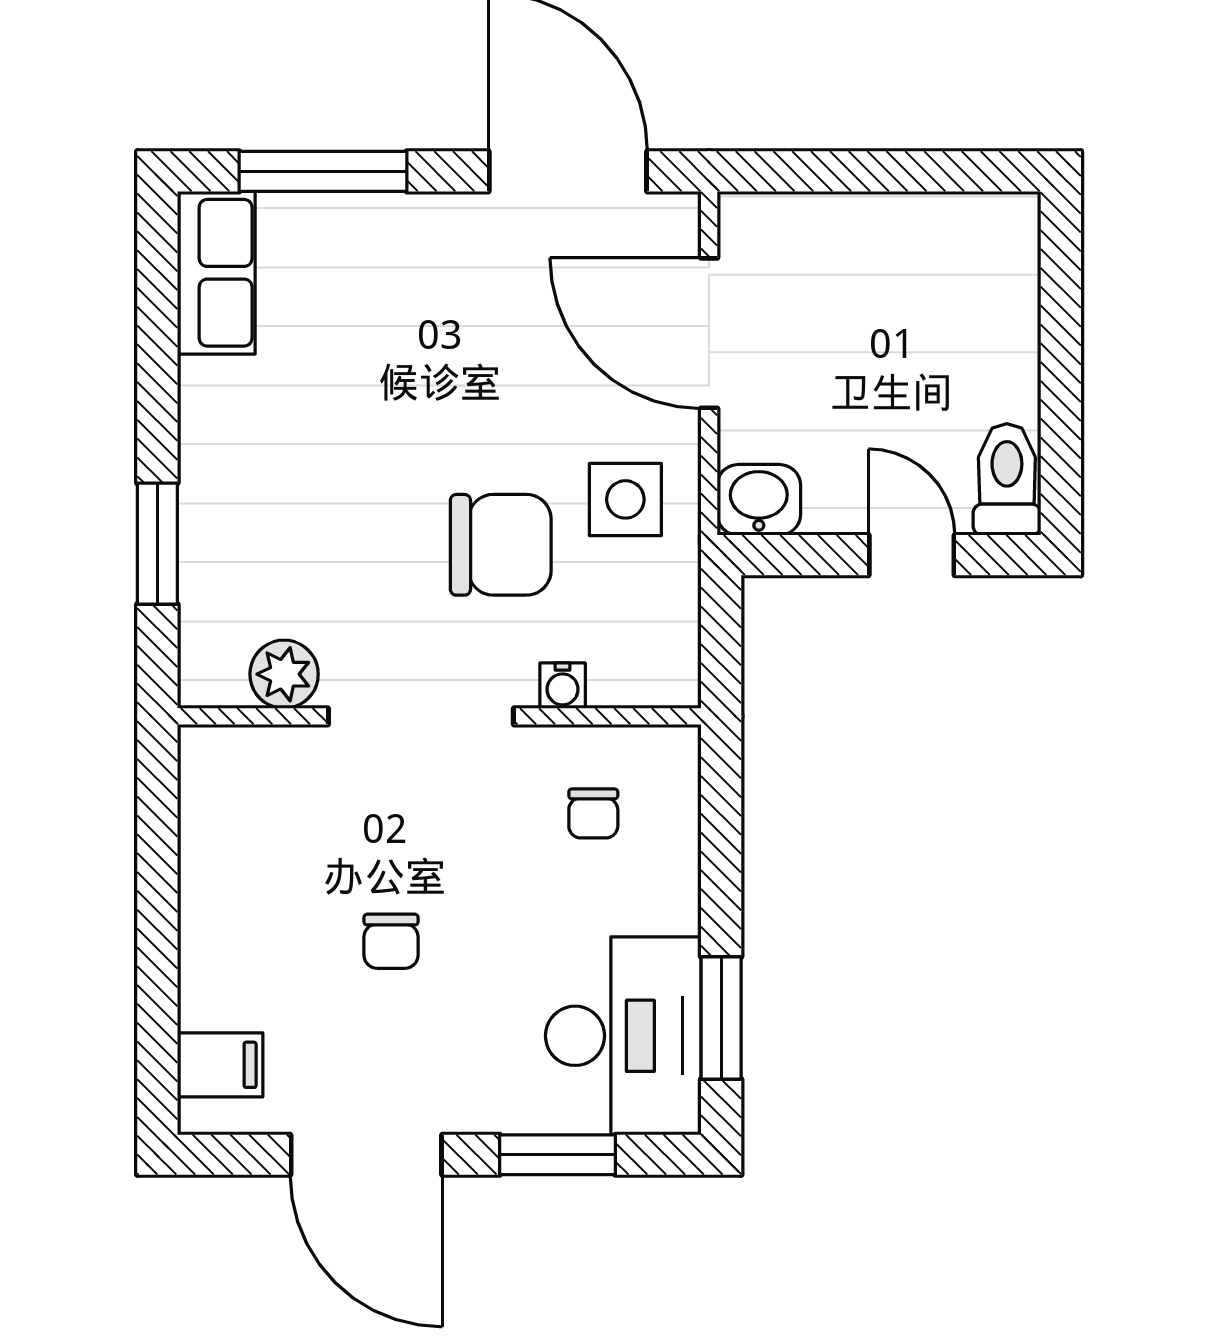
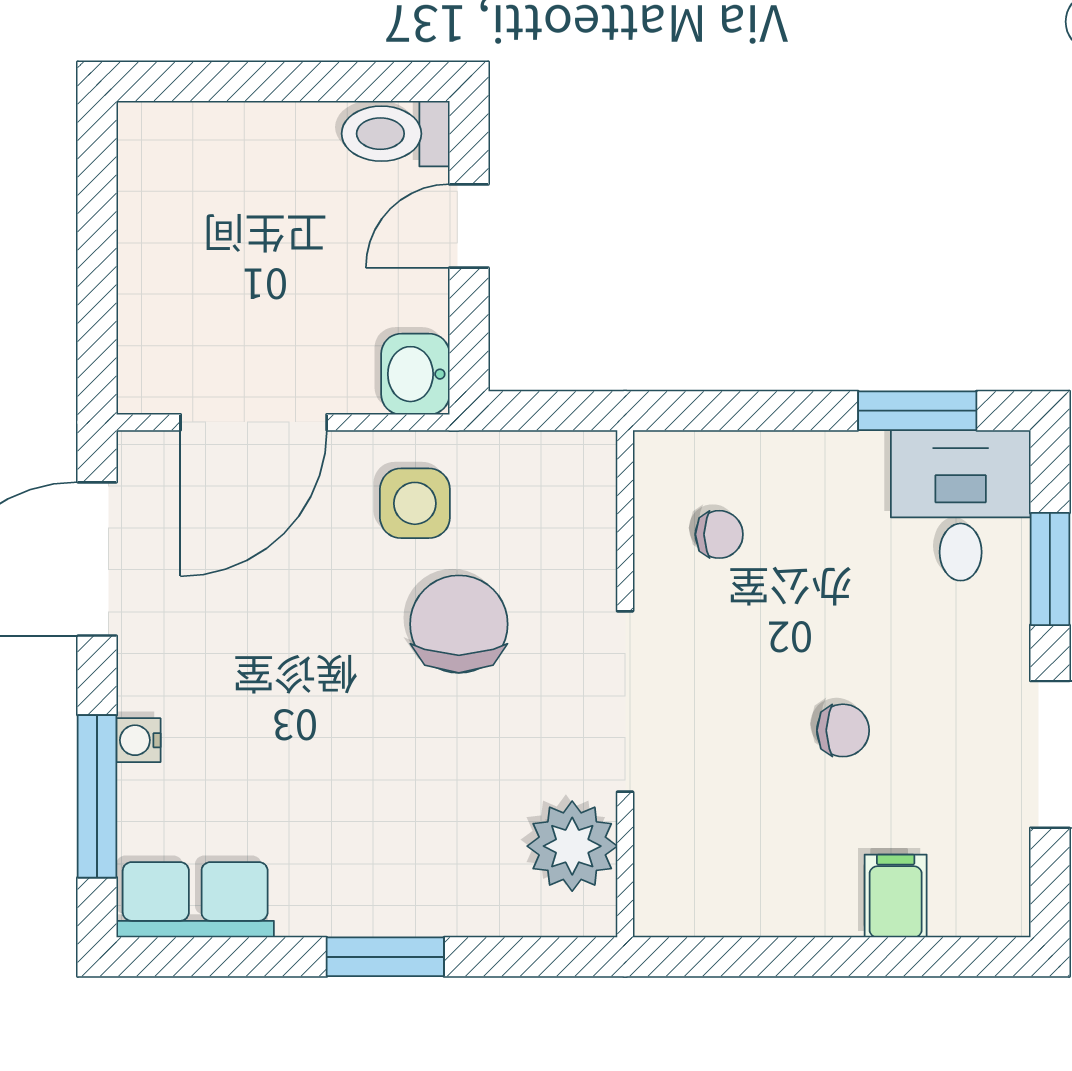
window: (157, 544) -> (385, 957), moved
plant: (284, 674) -> (572, 846), width x1.36, depth x1.36
water cooler: (563, 686) -> (138, 740), moved, turned 180
desk: (623, 1036) -> (961, 505), width x0.73
filing cabinet: (220, 1065) -> (896, 896), moved

